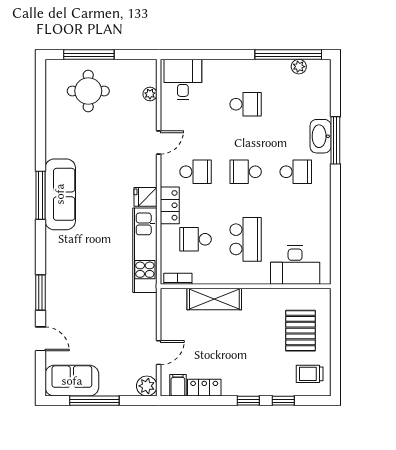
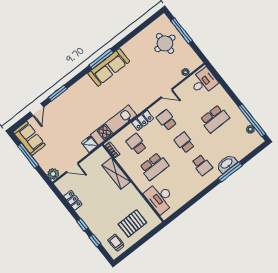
school desk: (246, 104) -> (215, 119), width x1.85
school desk: (196, 172) -> (167, 120), turned 180
fridge: (145, 197) -> (90, 144), moved
filing cabinet: (178, 385) -> (65, 188), removed

